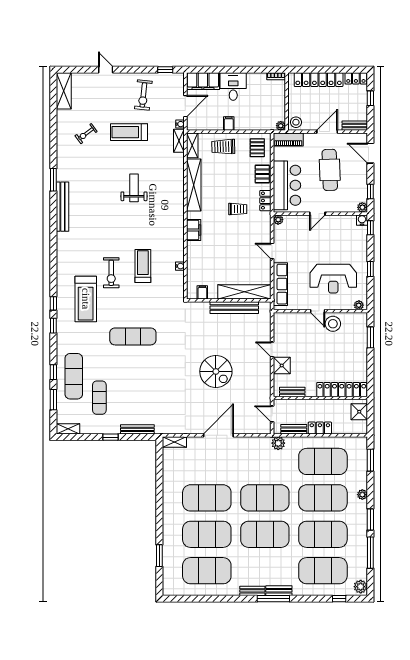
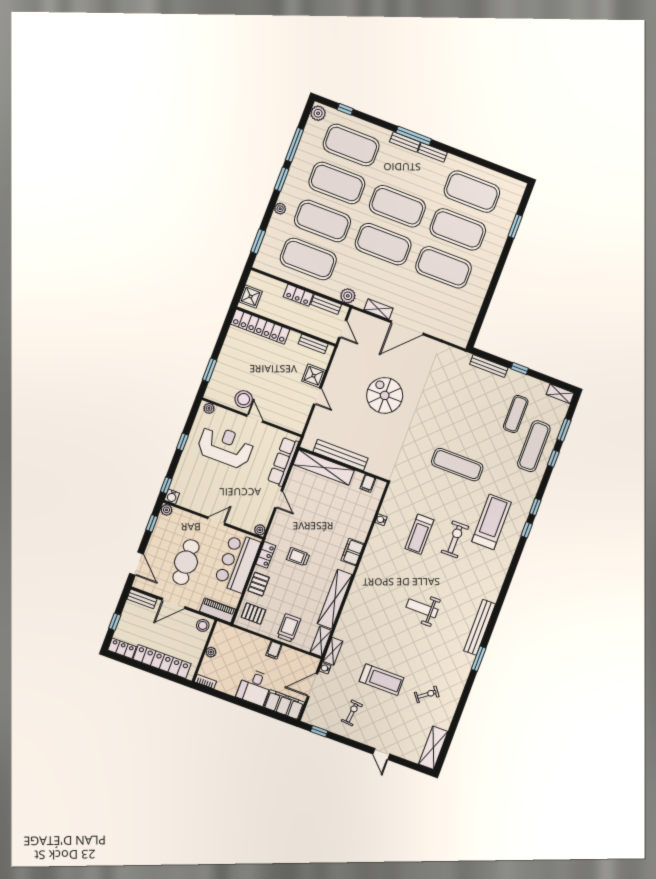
exercise bike: (143, 95) -> (352, 713), width x0.73, depth x0.72
plant: (281, 126) -> (211, 652), moved
trolley: (223, 147) -> (289, 628), turned -89
pallet: (257, 148) -> (254, 614), turned 90
weight bench: (134, 188) -> (422, 608), moved, turned 90
shelving: (174, 442) -> (379, 309), moved

